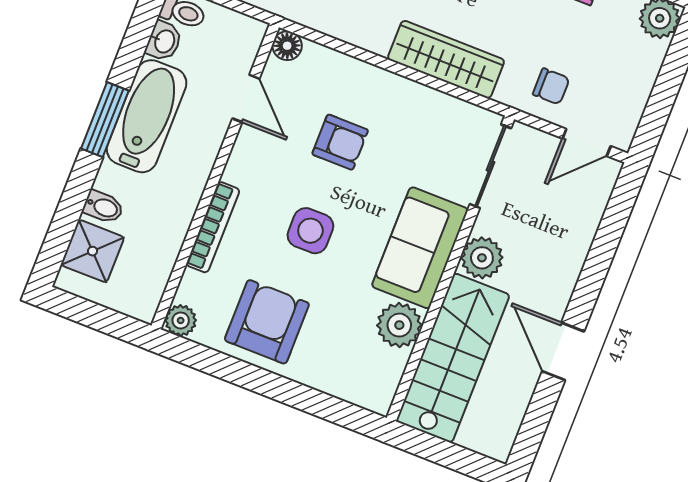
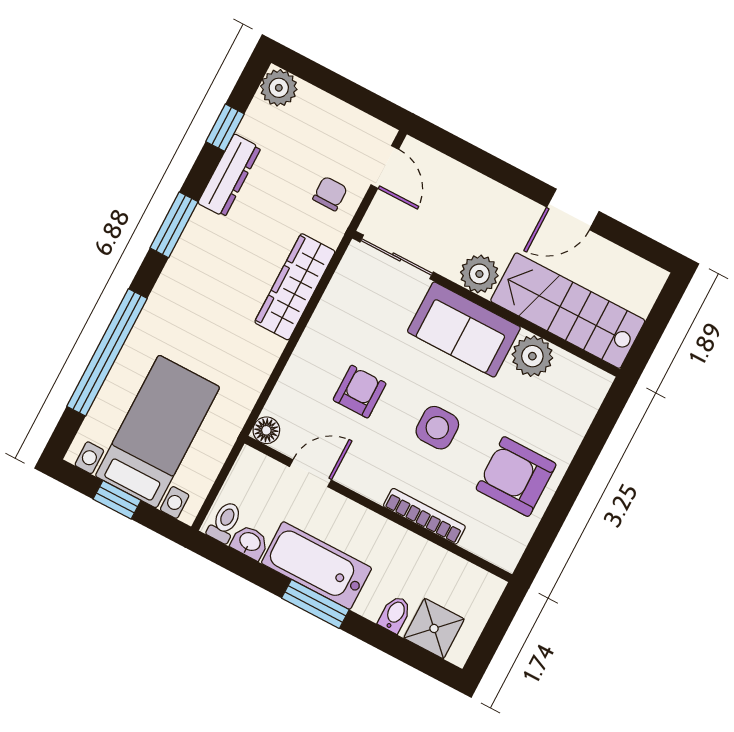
plant: (181, 320) -> (506, 555), removed

